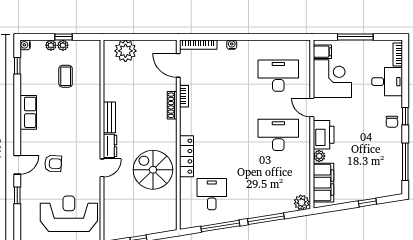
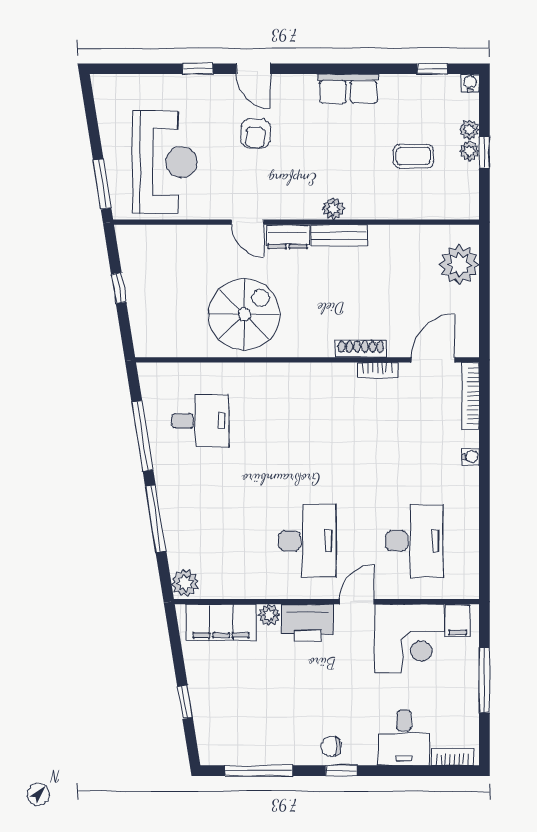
plant: (95, 121) -> (333, 209), added
locker: (186, 156) -> (269, 375), removed

